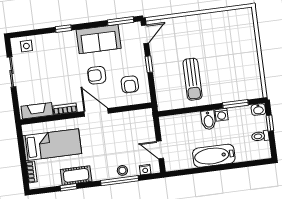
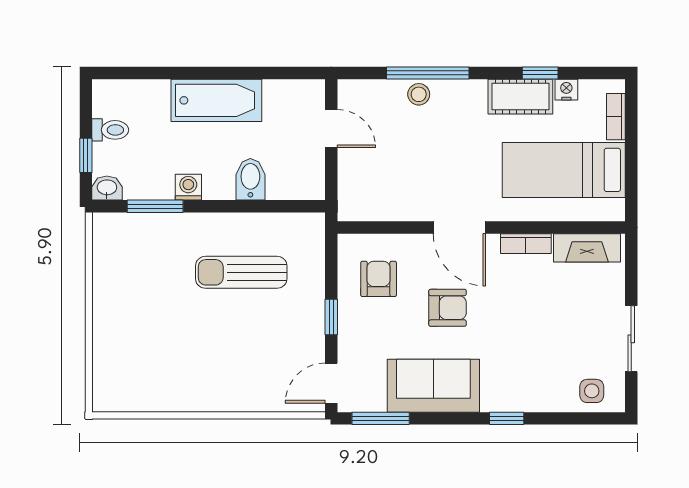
sun lounger: (192, 79) -> (241, 272), turned -90
bidet: (208, 120) -> (250, 179), moved
nightstand: (145, 170) -> (566, 90), moved

